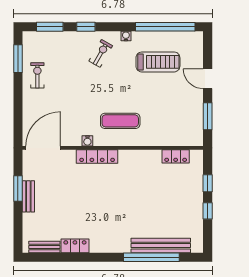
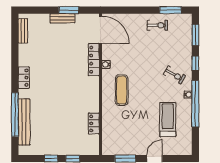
window: (165, 27) -> (195, 104), moved
treadmill: (158, 62) -> (168, 120), turned 180
locker: (97, 156) -> (94, 60), moved
locker: (176, 156) -> (94, 123), moved
locker: (75, 246) -> (24, 78), moved

